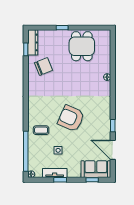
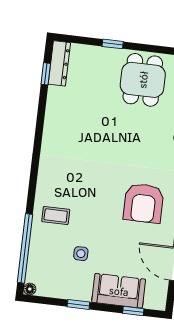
chair: (43, 67) -> (73, 107), removed
armchair: (71, 118) -> (144, 203), moved, turned -114
sofa: (96, 169) -> (119, 291), moved
tv unit: (55, 173) -> (70, 292), removed

